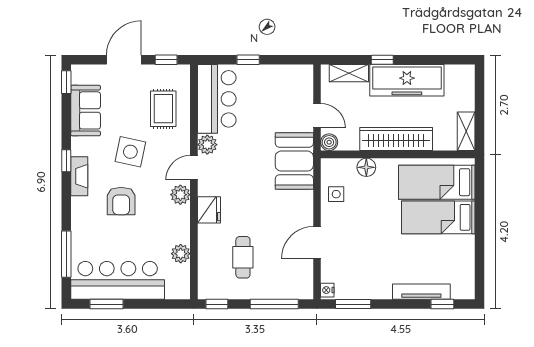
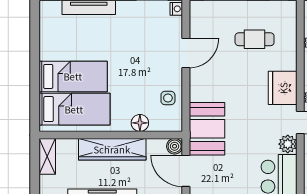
door: (317, 116) -> (186, 171), width x1.38
fridge: (209, 210) -> (283, 88), width x1.36, depth x1.34
cafe table: (243, 257) -> (255, 39), turned 90

